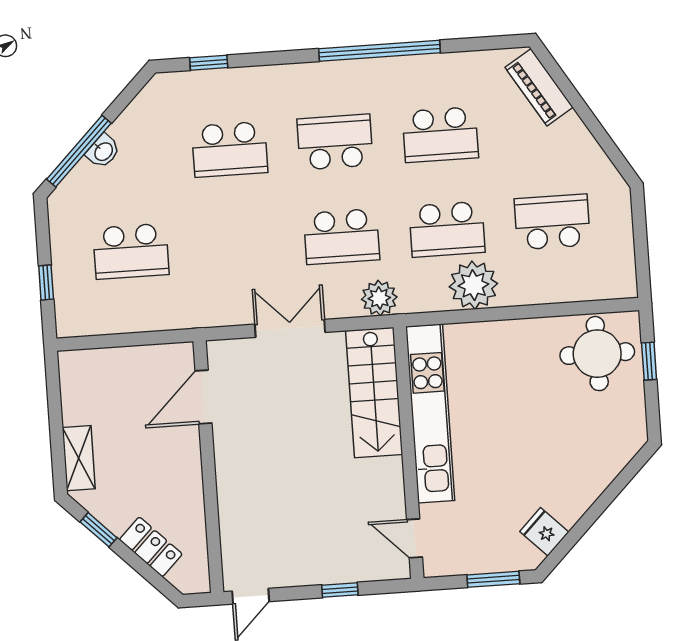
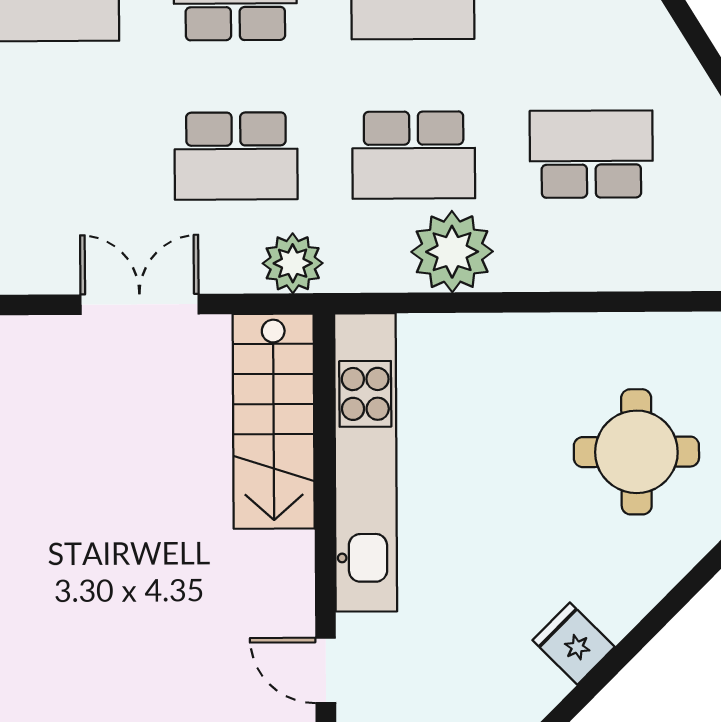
round table: (597, 354) -> (636, 452), moved
fridge: (544, 532) -> (574, 644), moved

